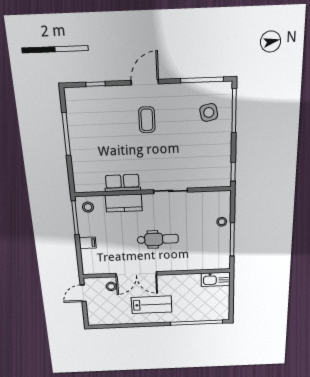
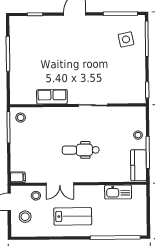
coffee table: (147, 120) -> (75, 44), removed
kitchen counter: (124, 203) -> (139, 165), moved, turned 90
dental chair: (158, 239) -> (81, 150), turned 180
filing cabinet: (88, 243) -> (18, 177), moved
double door: (136, 274) -> (60, 184), width x0.73
kitchen sink: (216, 279) -> (118, 192), moved
stool: (101, 307) -> (25, 217), added

